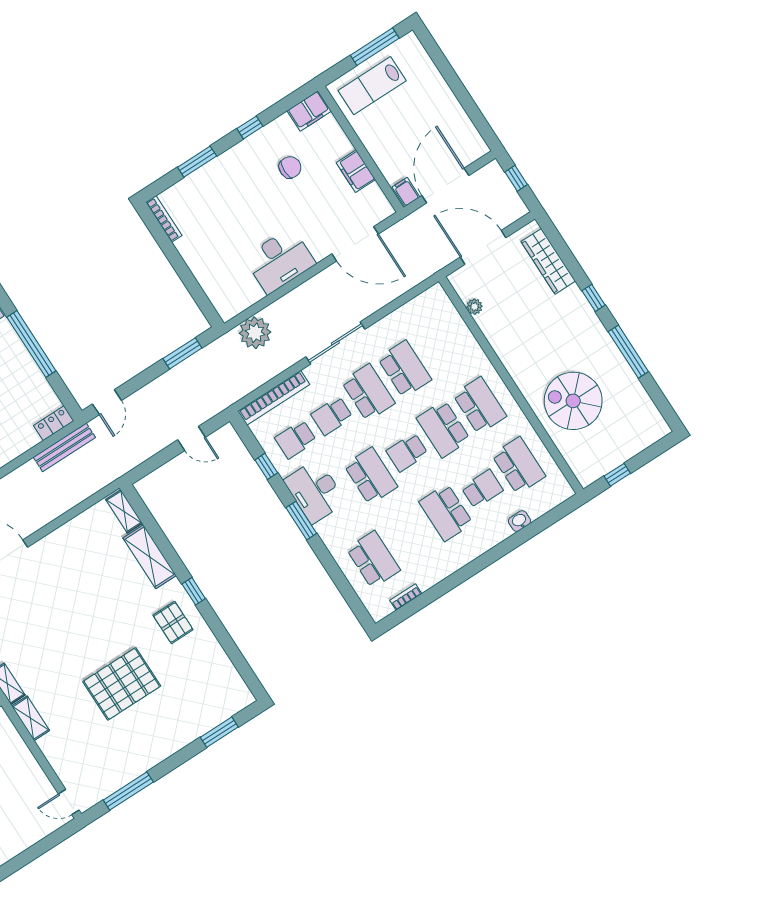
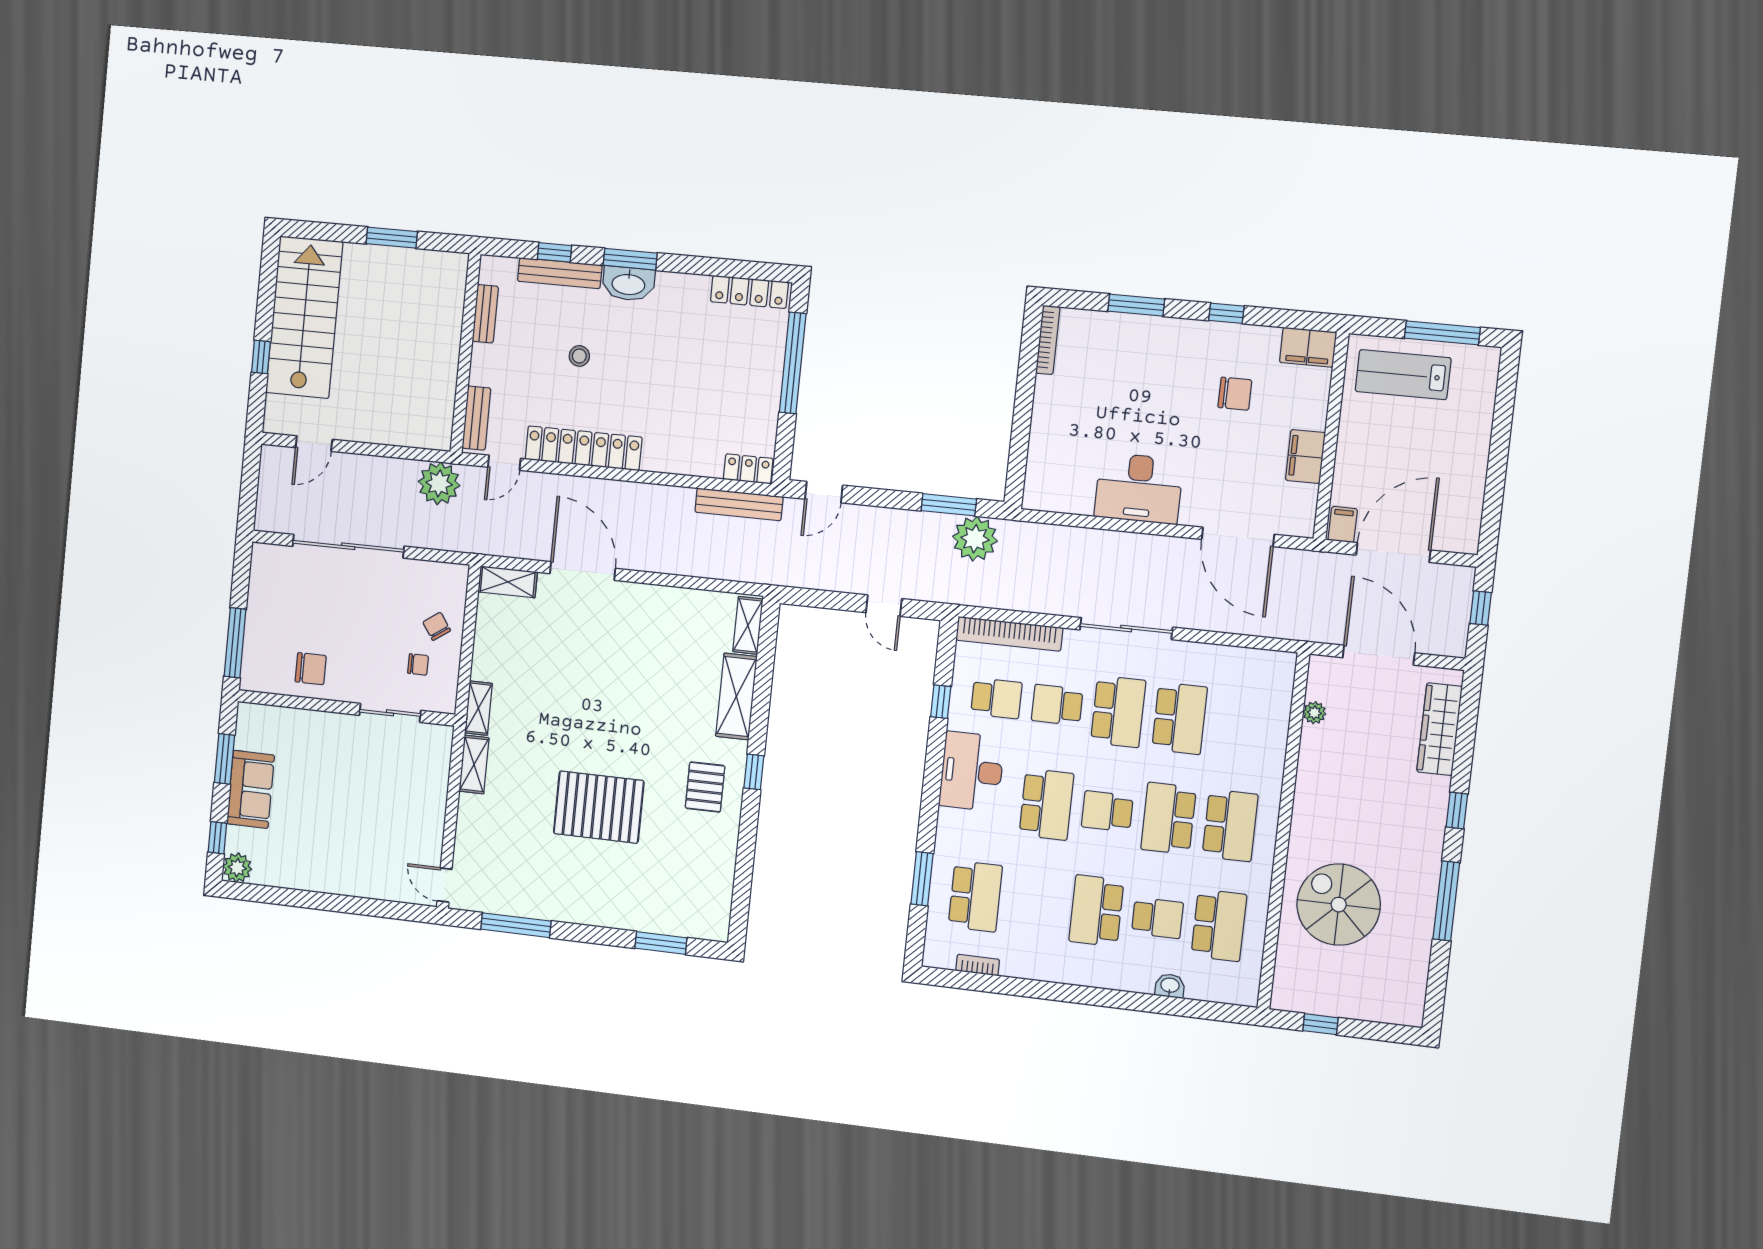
plant: (255, 333) -> (975, 539), moved
school desk: (296, 439) -> (996, 698), turned 180
window: (301, 521) -> (922, 879), moved

